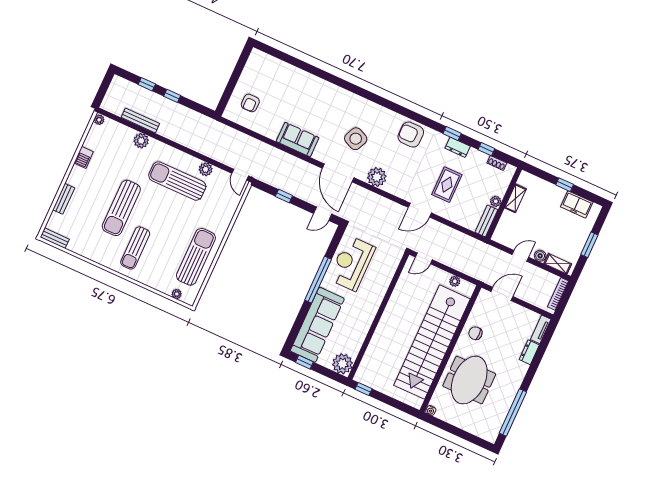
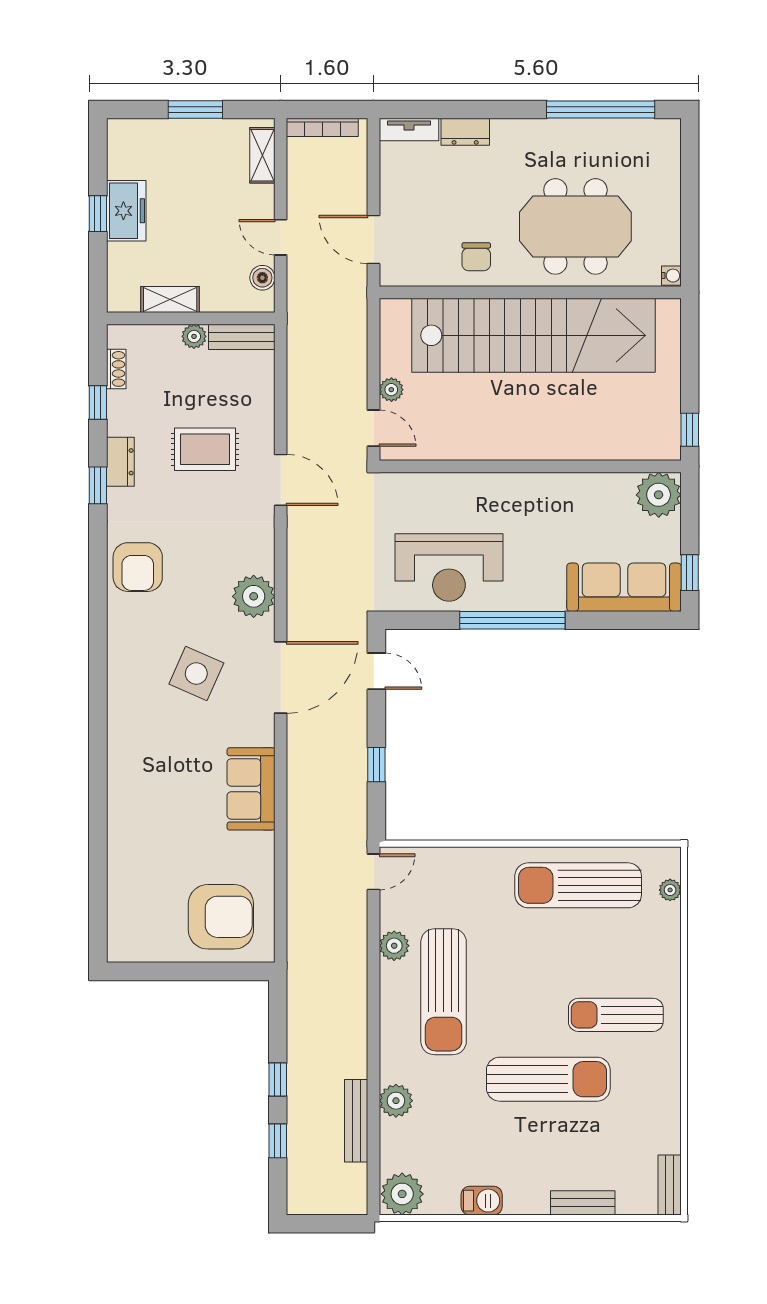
armchair: (250, 103) -> (221, 917), width x1.88, depth x1.88
plant: (99, 120) -> (402, 1194), width x1.88, depth x1.88
freezer: (577, 204) -> (126, 211), moved
sun lounger: (135, 248) -> (616, 1015), turned 180
boiler: (540, 256) -> (262, 278), moved
plant: (455, 281) -> (391, 390), moved
sofa: (317, 325) -> (624, 587), width x0.74, depth x0.79

